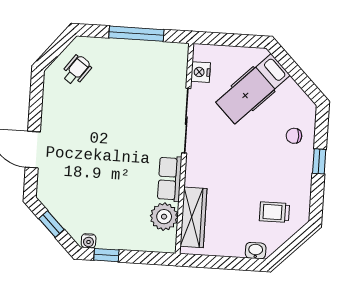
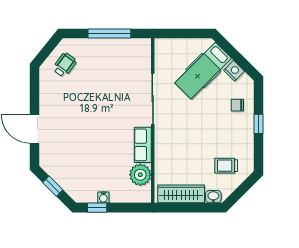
nightstand: (201, 72) -> (234, 71), moved, turned 135
wardrobe: (194, 217) -> (181, 194), moved, turned -90
water cooler: (89, 241) -> (103, 197), moved

